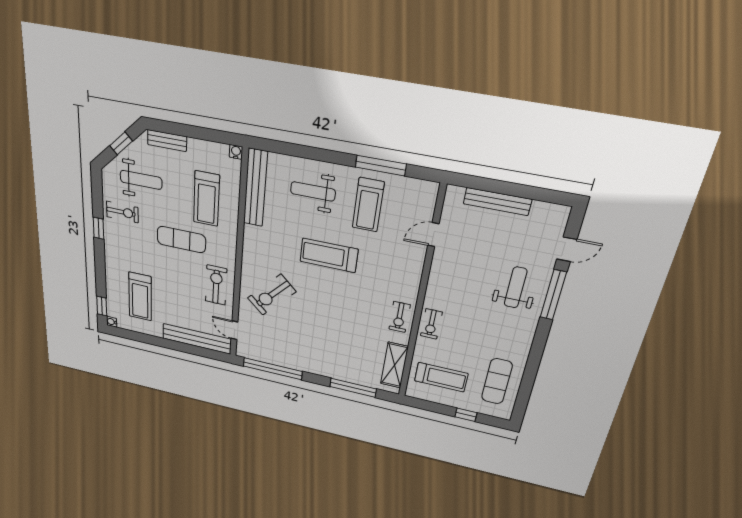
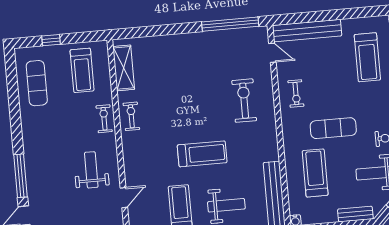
exercise bike: (216, 285) -> (296, 94), width x0.73, depth x0.72
weight bench: (516, 287) -> (91, 170), moved, turned 180
exercise bike: (272, 295) -> (244, 101), turned -43
treadmill: (140, 297) -> (367, 57), turned 180
treadmill: (441, 377) -> (82, 70), turned -90
window: (353, 388) -> (154, 31), removed

